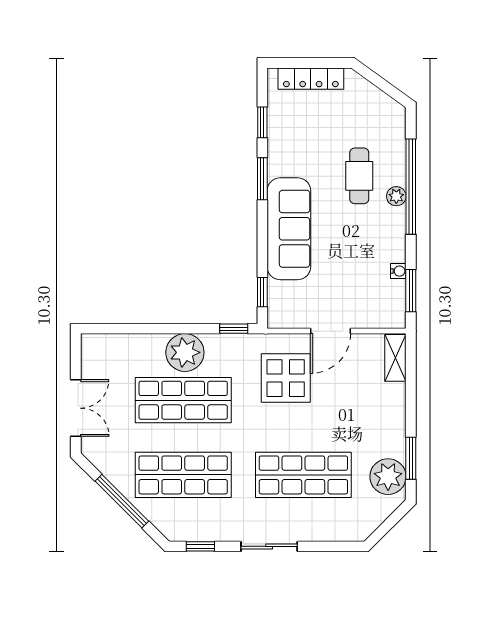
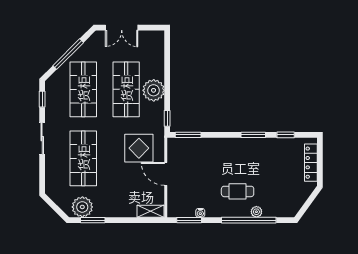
cafe table: (359, 176) -> (238, 191), moved
plant: (396, 196) -> (256, 212), moved
sofa: (289, 229) -> (225, 150), removed
window: (262, 292) -> (188, 135), width x1.50

